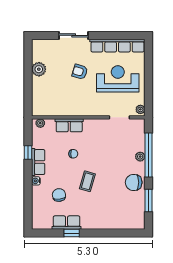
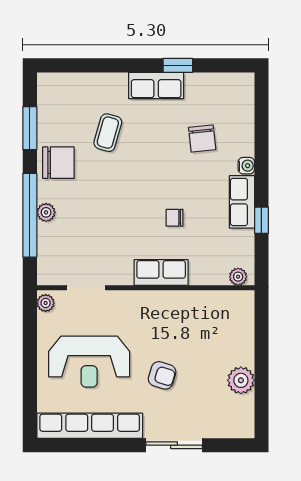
row of seats: (69, 125) -> (161, 273), moved
coffee table: (87, 181) -> (108, 133), moved
row of seats: (67, 223) -> (156, 86), moved

